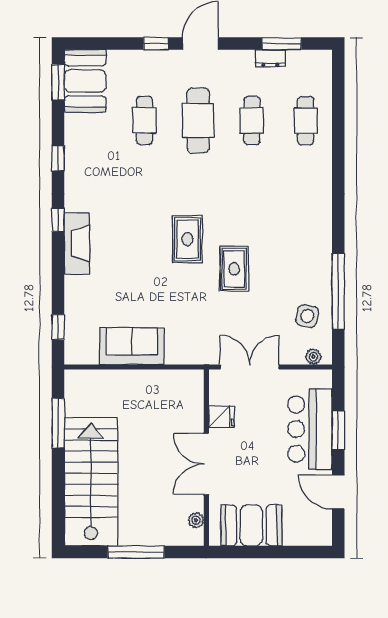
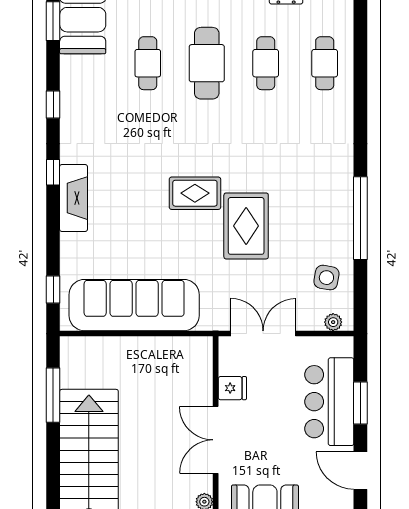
rug: (187, 239) -> (195, 193), turned 90
rug: (234, 269) -> (246, 226), width x1.36, depth x1.43
window: (338, 291) -> (360, 218), moved
sofa: (132, 346) -> (134, 305), width x1.85, depth x1.27

